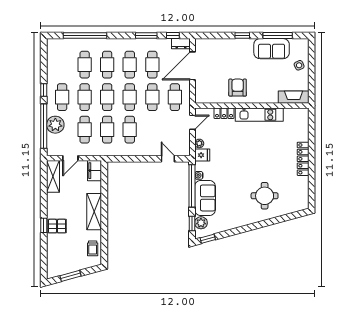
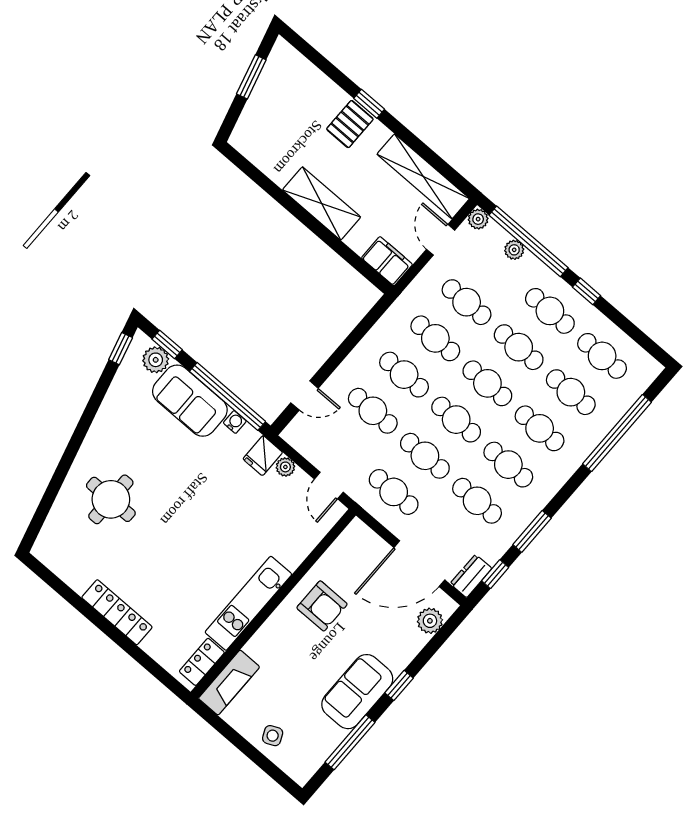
plant: (210, 44) -> (430, 621), added
sofa: (272, 49) -> (357, 692), moved
cafe table: (62, 65) -> (602, 356), added
door: (193, 66) -> (419, 564), swing flipped
locker: (224, 113) -> (202, 662), moved
plant: (55, 125) -> (514, 250), width x0.53, depth x0.53
cafe table: (152, 130) -> (373, 411), added
plant: (51, 151) -> (478, 219), added
shelving: (53, 176) -> (423, 176), width x1.47
trolley: (93, 248) -> (265, 150), removed

